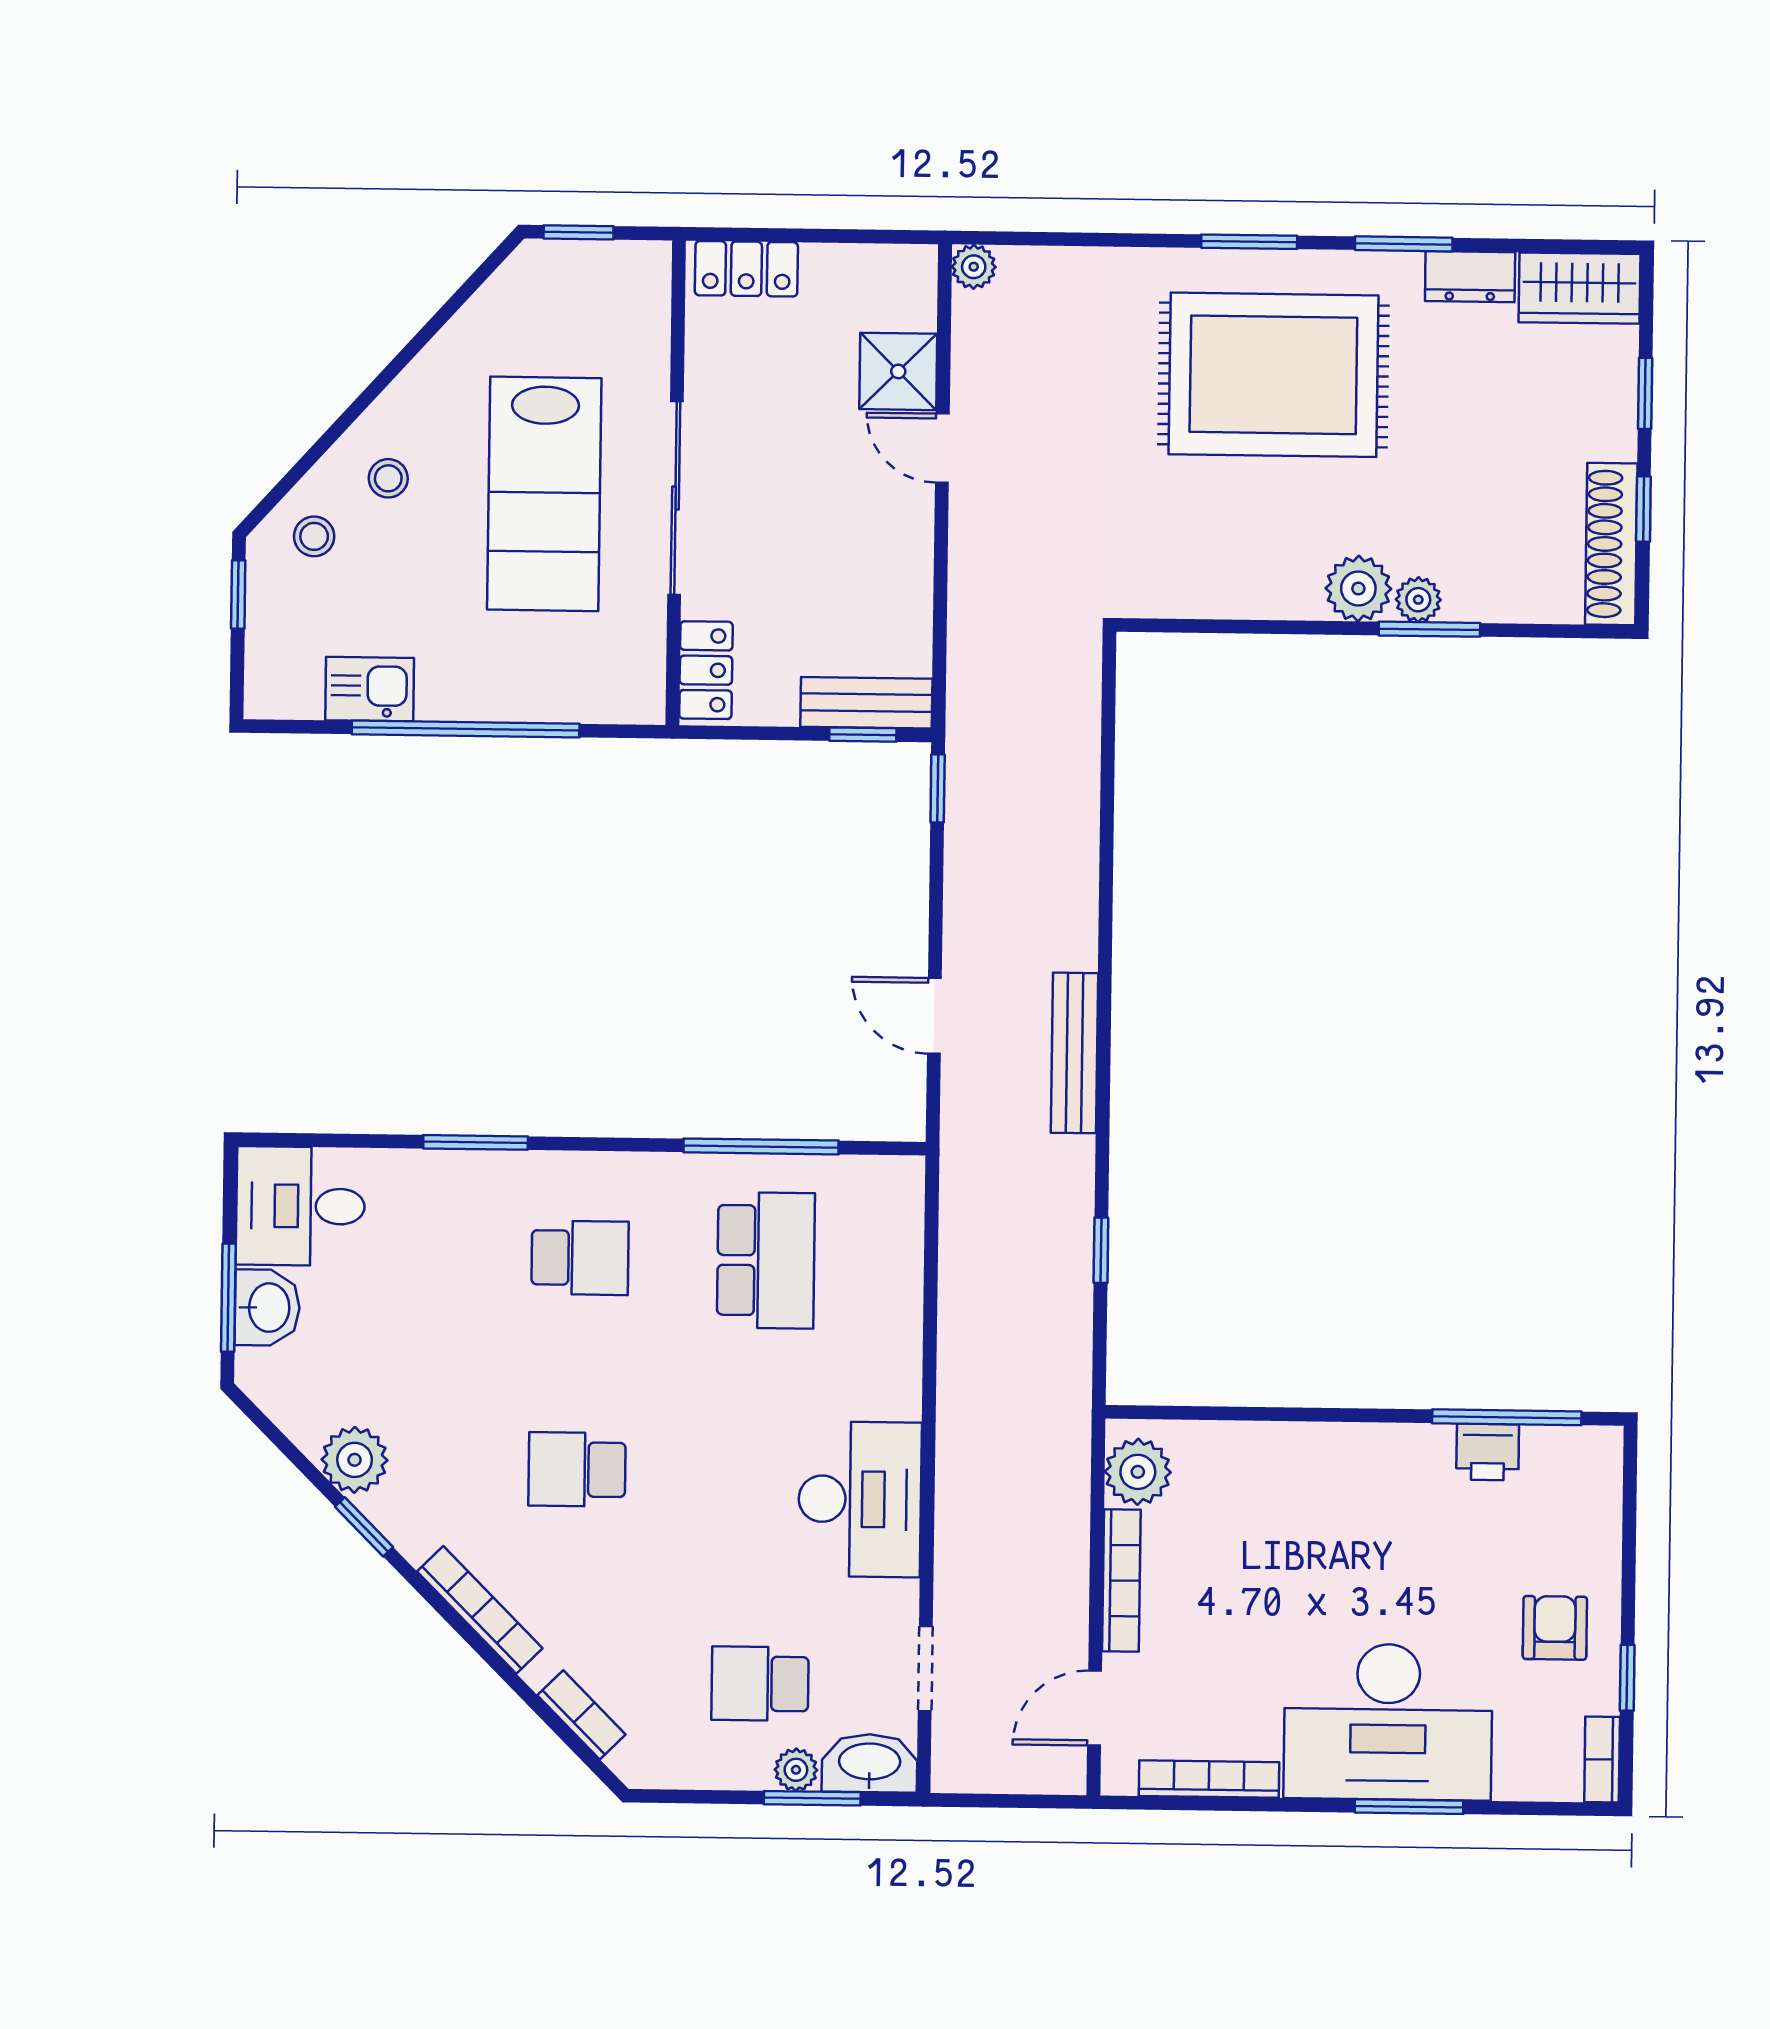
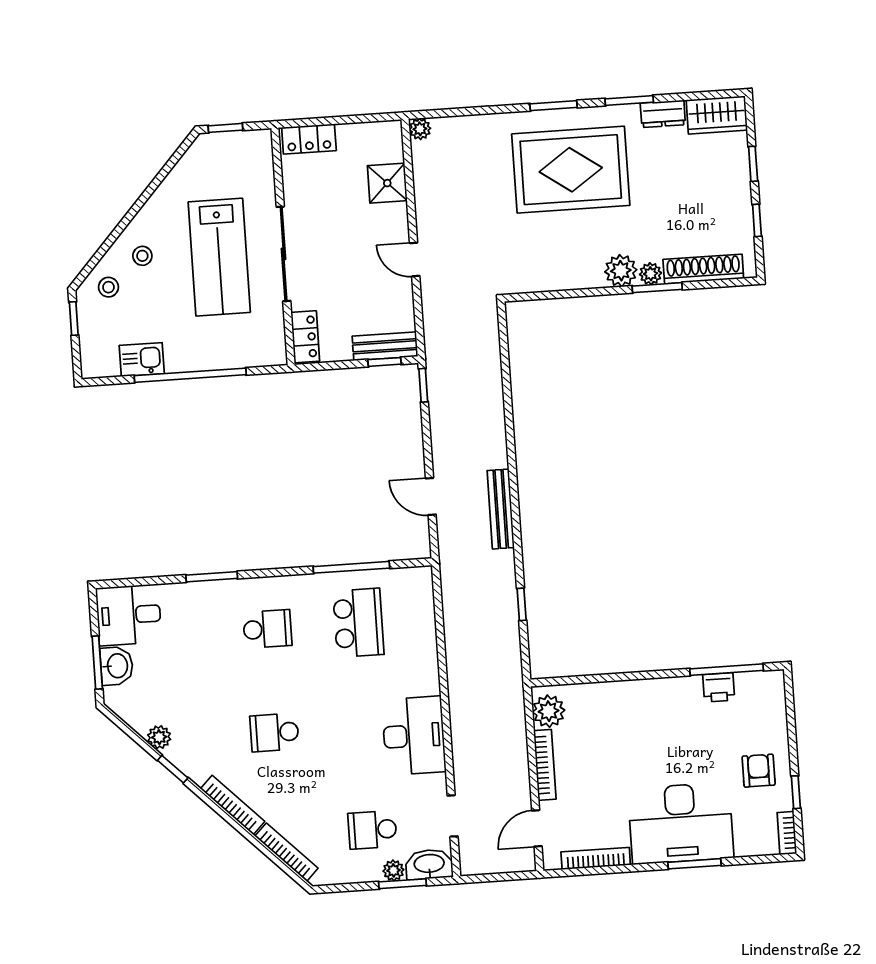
door: (942, 448) -> (415, 260), moved
shoe rack: (1611, 544) -> (703, 269), moved, turned 90
plant: (355, 1460) -> (159, 737), width x0.73, depth x0.73
bookcase: (581, 1715) -> (286, 852), width x1.56

